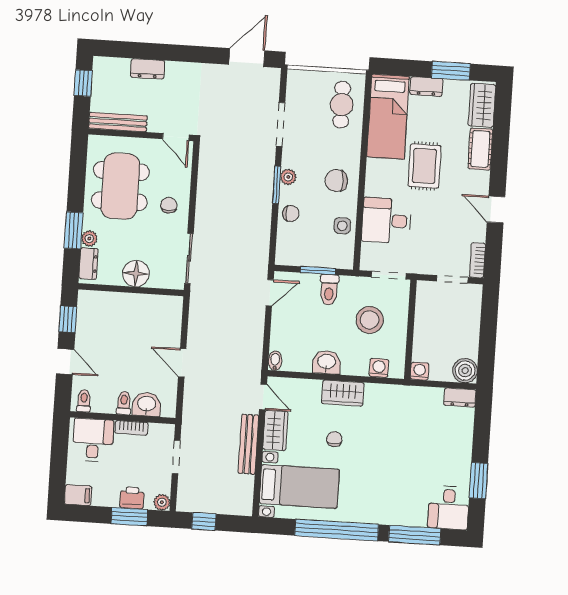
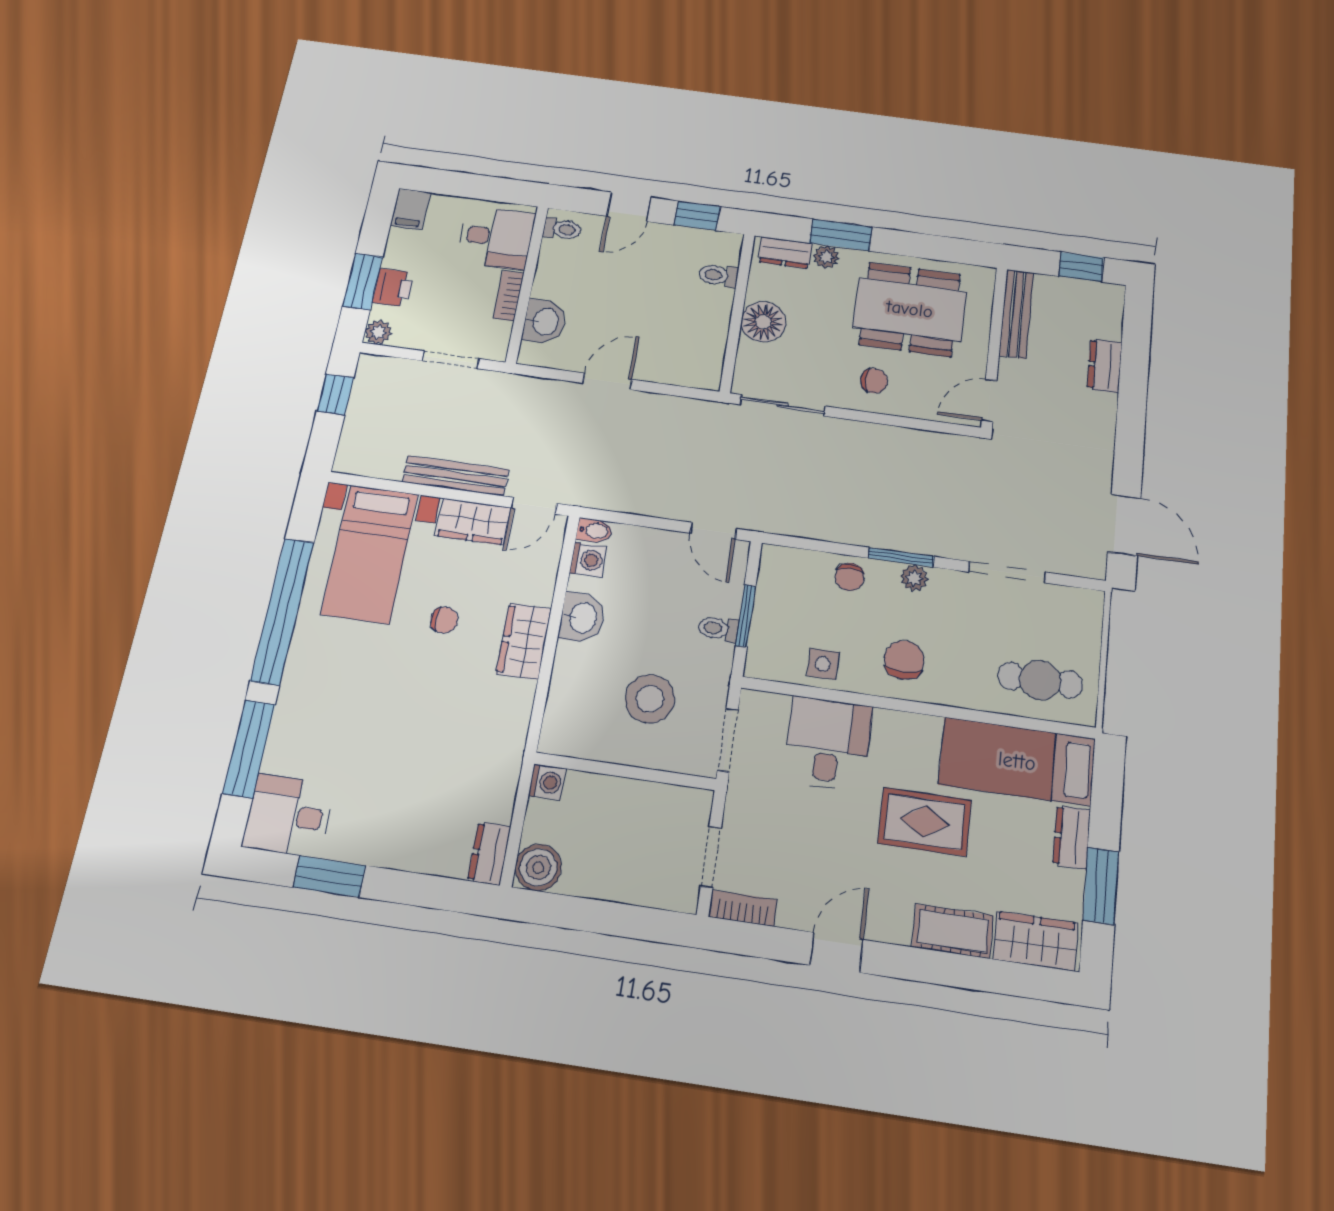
toilet: (329, 290) -> (718, 629), width x0.73, depth x0.72
washing machine: (379, 368) -> (588, 560), moved
toilet: (124, 403) -> (718, 275), moved, turned 180

